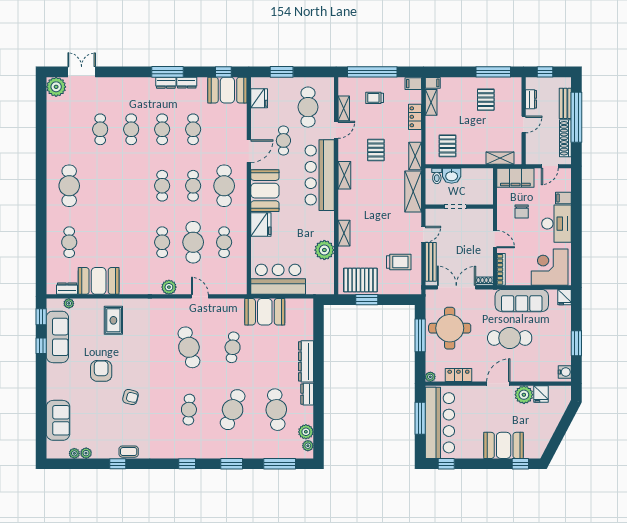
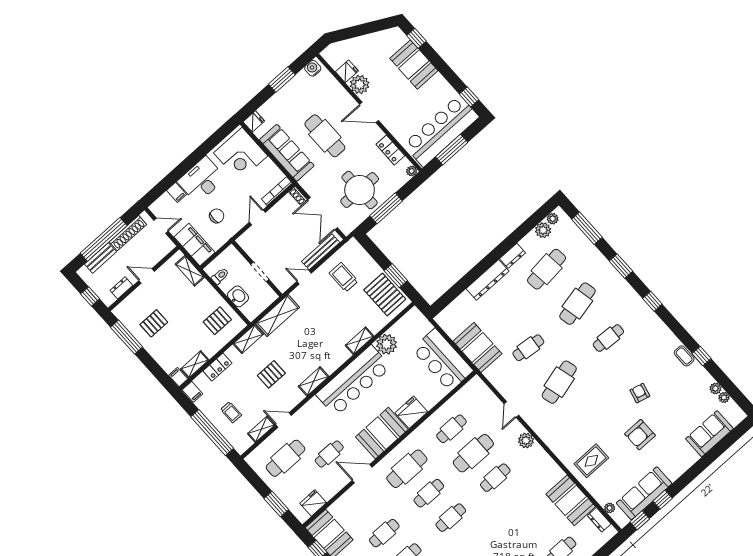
bar counter: (320, 175) -> (353, 381), moved
toilet: (437, 176) -> (220, 276), moved
cafe table: (233, 410) -> (577, 304), turned -33

